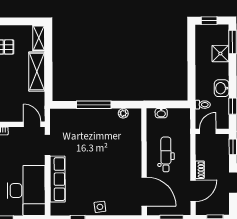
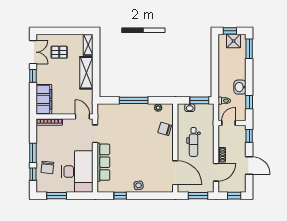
shower: (220, 54) -> (234, 41), moved
window: (173, 104) -> (199, 100), added
chair: (131, 139) -> (165, 129), added
dental chair: (166, 154) -> (194, 142), turned 180

